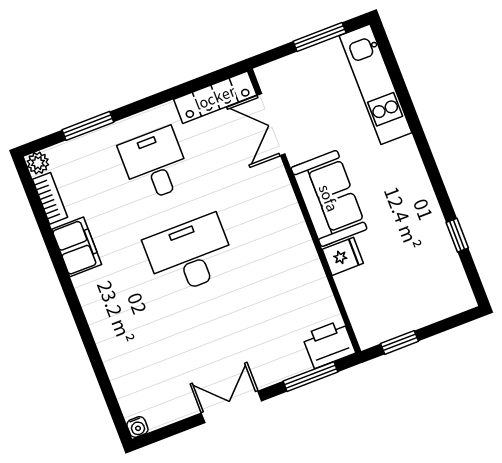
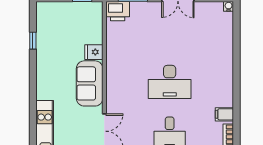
filing cabinet: (77, 247) -> (224, 114), width x0.50

